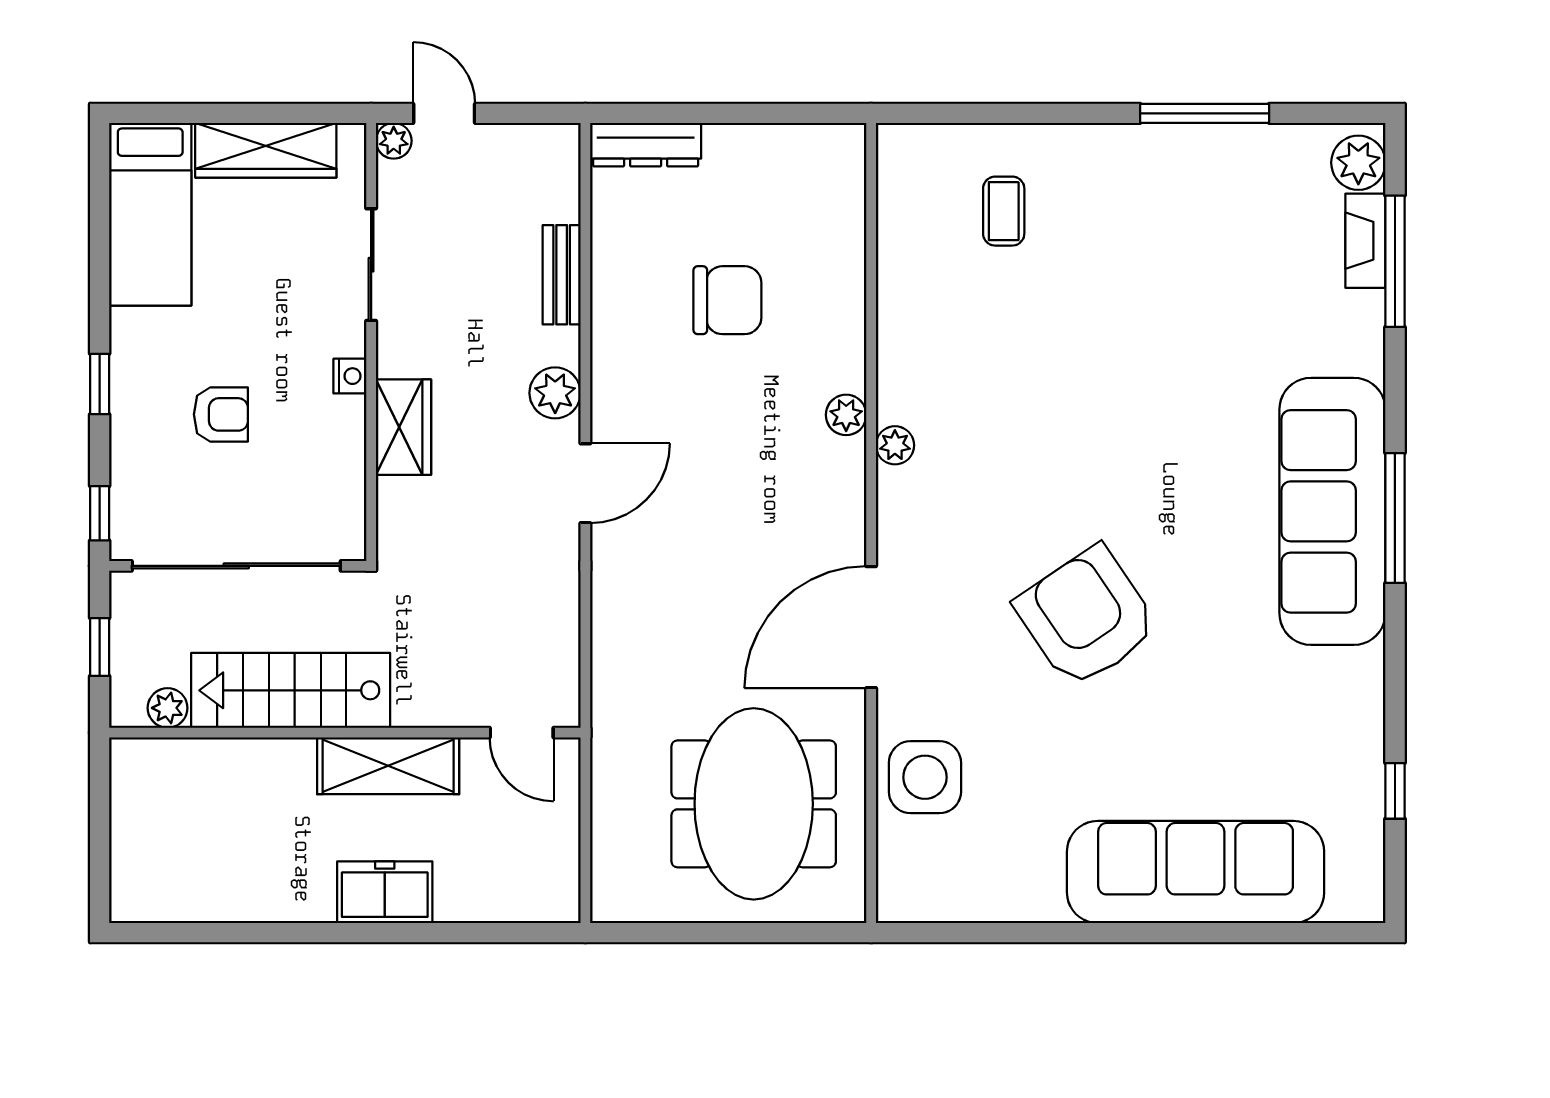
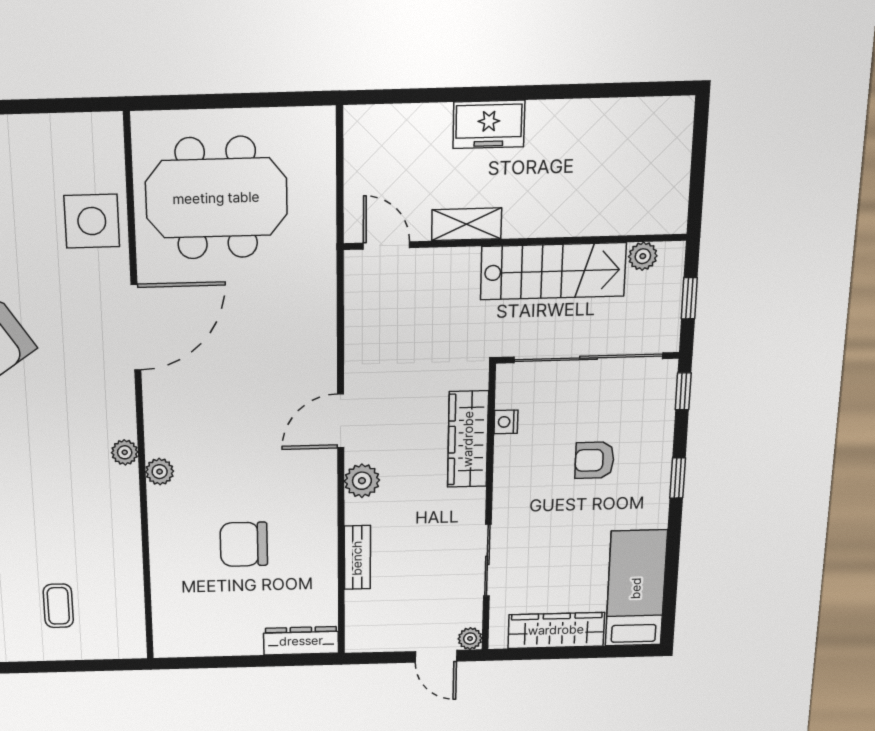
nightstand: (350, 376) -> (506, 422), moved
wardrobe: (403, 427) -> (468, 439), width x1.50
shelving: (388, 766) -> (467, 224), width x0.67, depth x0.75
meeting table: (754, 804) -> (216, 198), turned 90

